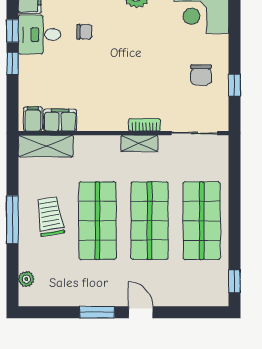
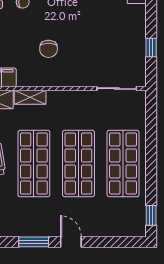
chair: (201, 75) -> (49, 49), moved
bookcase: (145, 125) -> (74, 81), removed
shelving: (139, 143) -> (30, 97), moved

